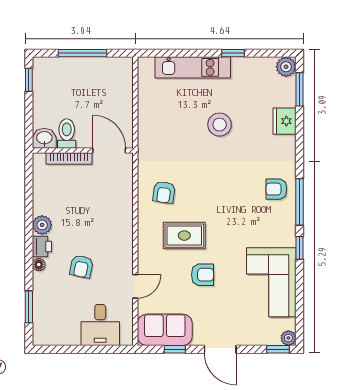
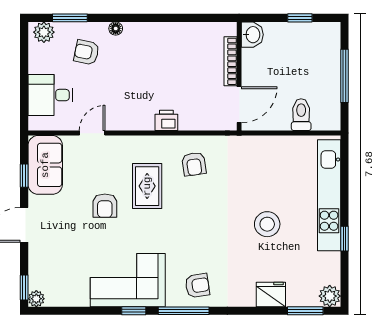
kitchen unit: (193, 67) -> (329, 195), width x1.36
window: (29, 80) -> (300, 18), moved
toilet: (67, 133) -> (301, 115), moved, turned -90
armchair: (276, 189) -> (197, 286), turned 81
armchair: (164, 192) -> (194, 164), turned -106
plant: (42, 225) -> (44, 32), moved
printer: (42, 246) -> (166, 120), moved, turned 180
armchair: (81, 266) -> (87, 52), moved
corner sofa: (271, 282) -> (128, 280), moved
door: (135, 286) -> (92, 133), swing flipped

